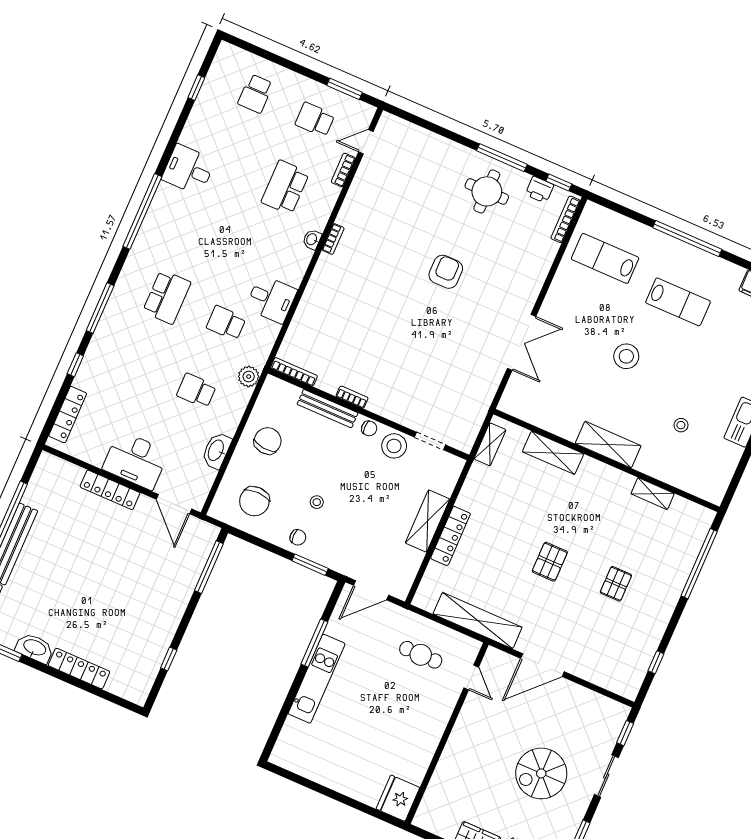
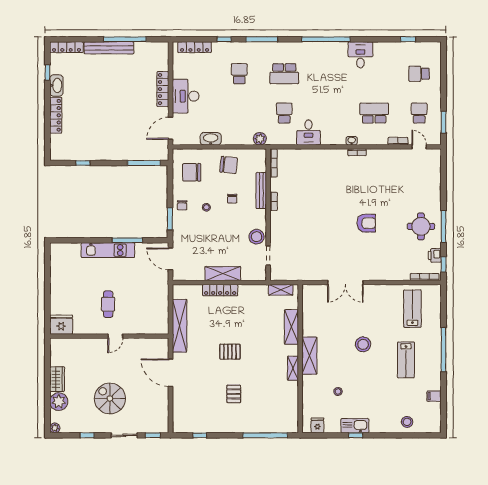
school desk: (196, 391) -> (239, 74), moved
chair: (369, 428) -> (232, 199), moved
fridge: (718, 479) -> (317, 425), added
shelving: (653, 494) -> (293, 368), moved
pallet: (616, 584) -> (234, 394), turned 90
cafe table: (421, 655) -> (108, 304), moved
door: (471, 678) -> (115, 336), moved

